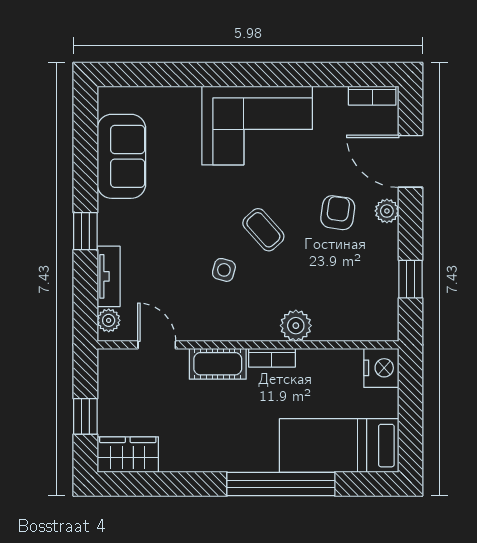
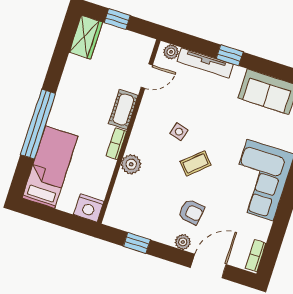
tv unit: (109, 276) -> (205, 63), width x1.41

